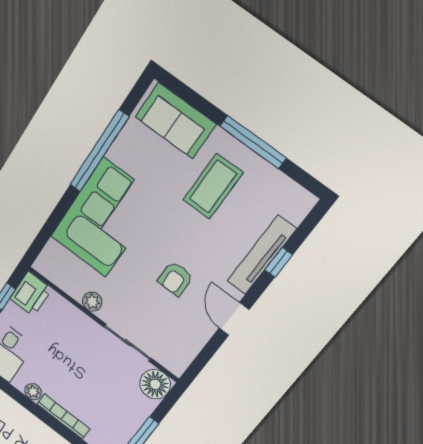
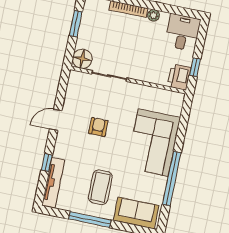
tv unit: (261, 255) -> (53, 183), moved
plant: (92, 302) -> (140, 90), removed
door: (234, 319) -> (56, 120), swing flipped

